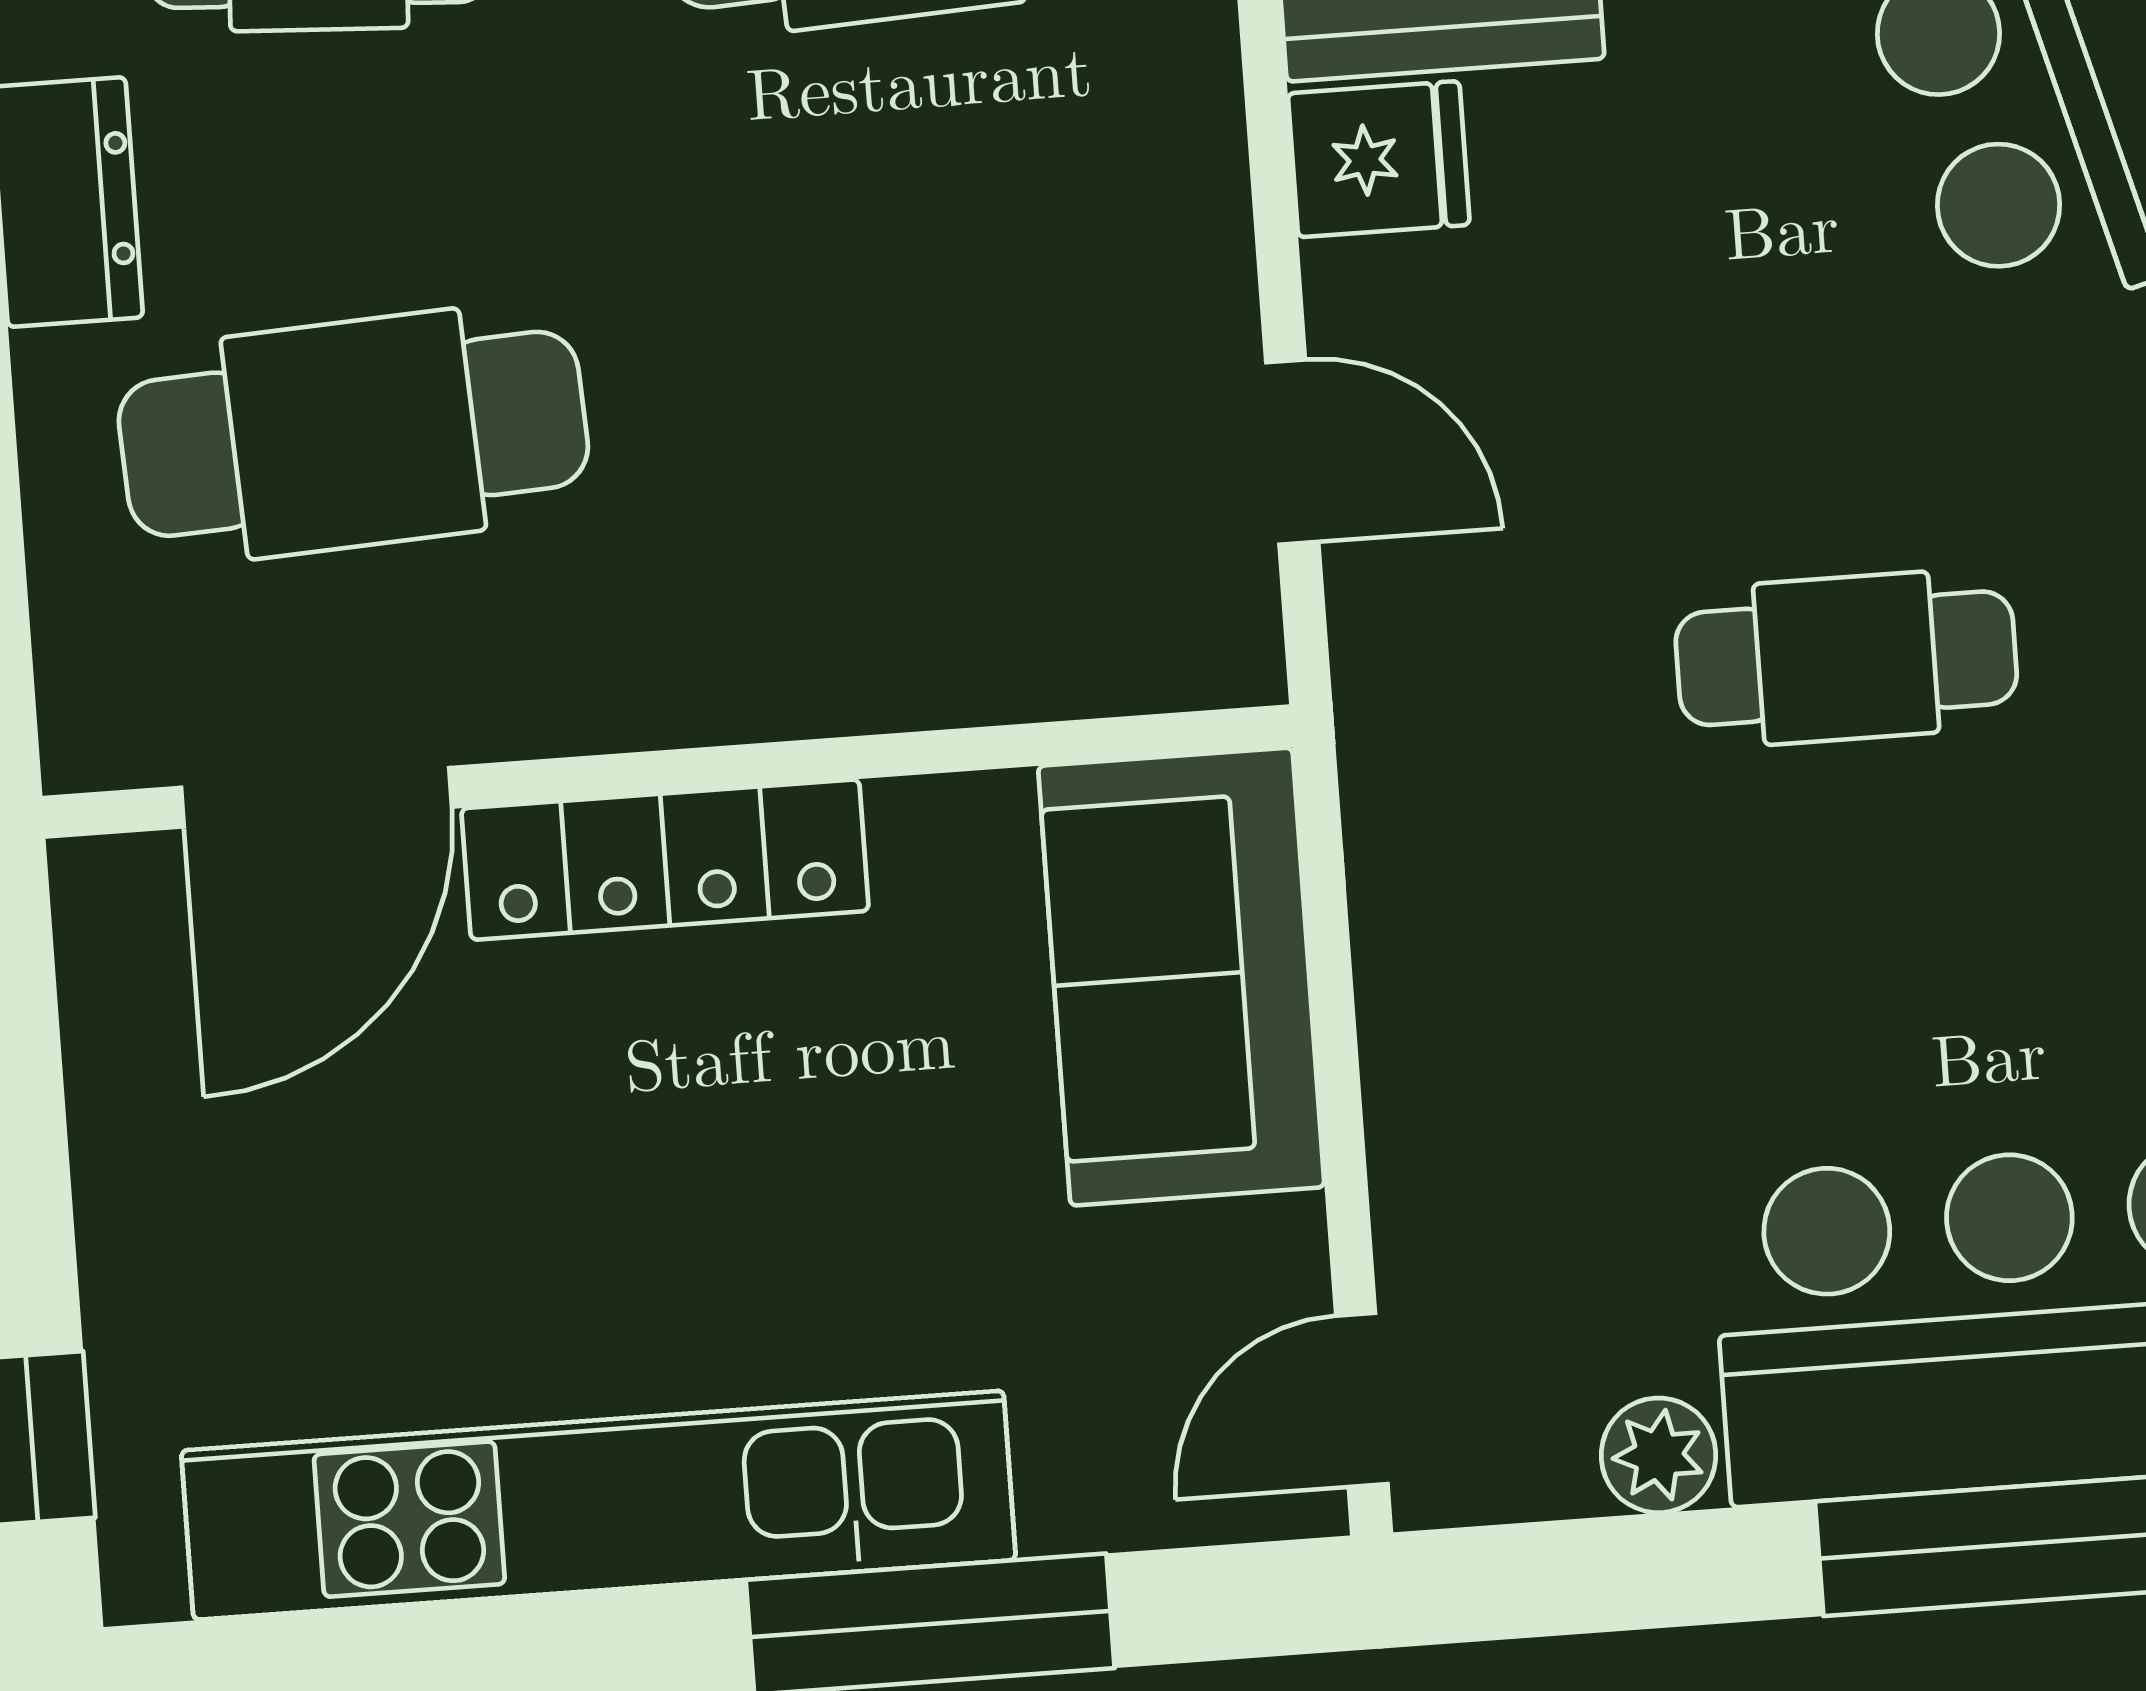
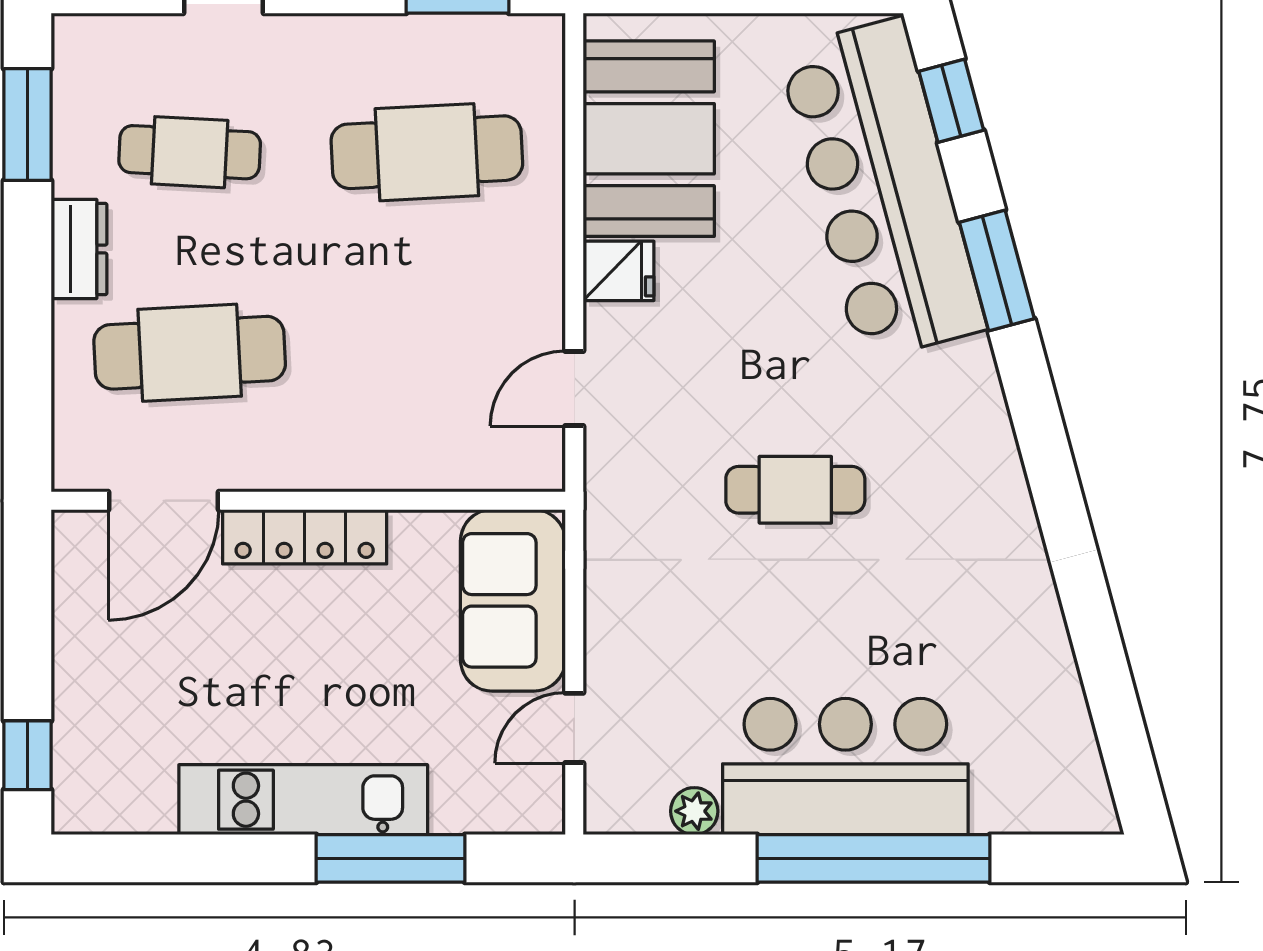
door: (1292, 452) -> (574, 388), swing flipped
door: (1362, 1400) -> (574, 728), moved
kitchen unit: (599, 1505) -> (303, 800), width x0.73

